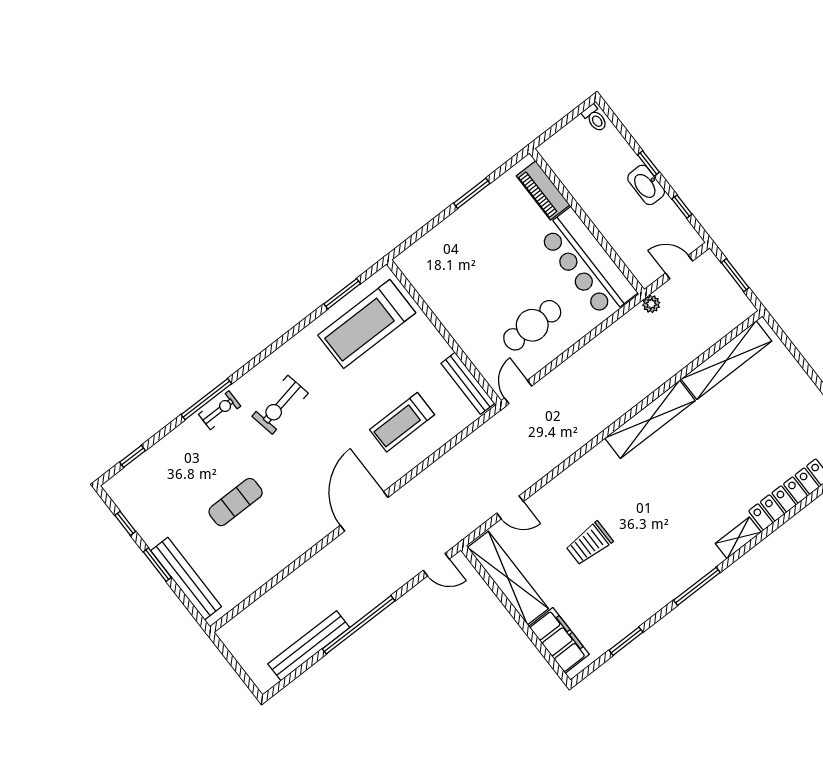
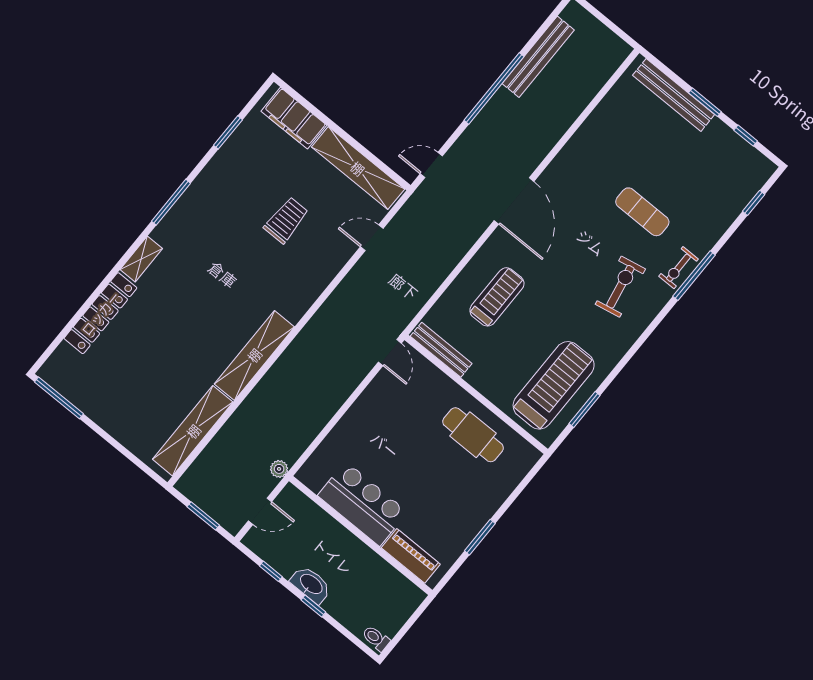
bar counter: (587, 263) -> (363, 504), width x0.73
cafe table: (532, 325) -> (473, 435), moved, turned 90
exercise mat: (236, 502) -> (642, 212), moved, turned 90

